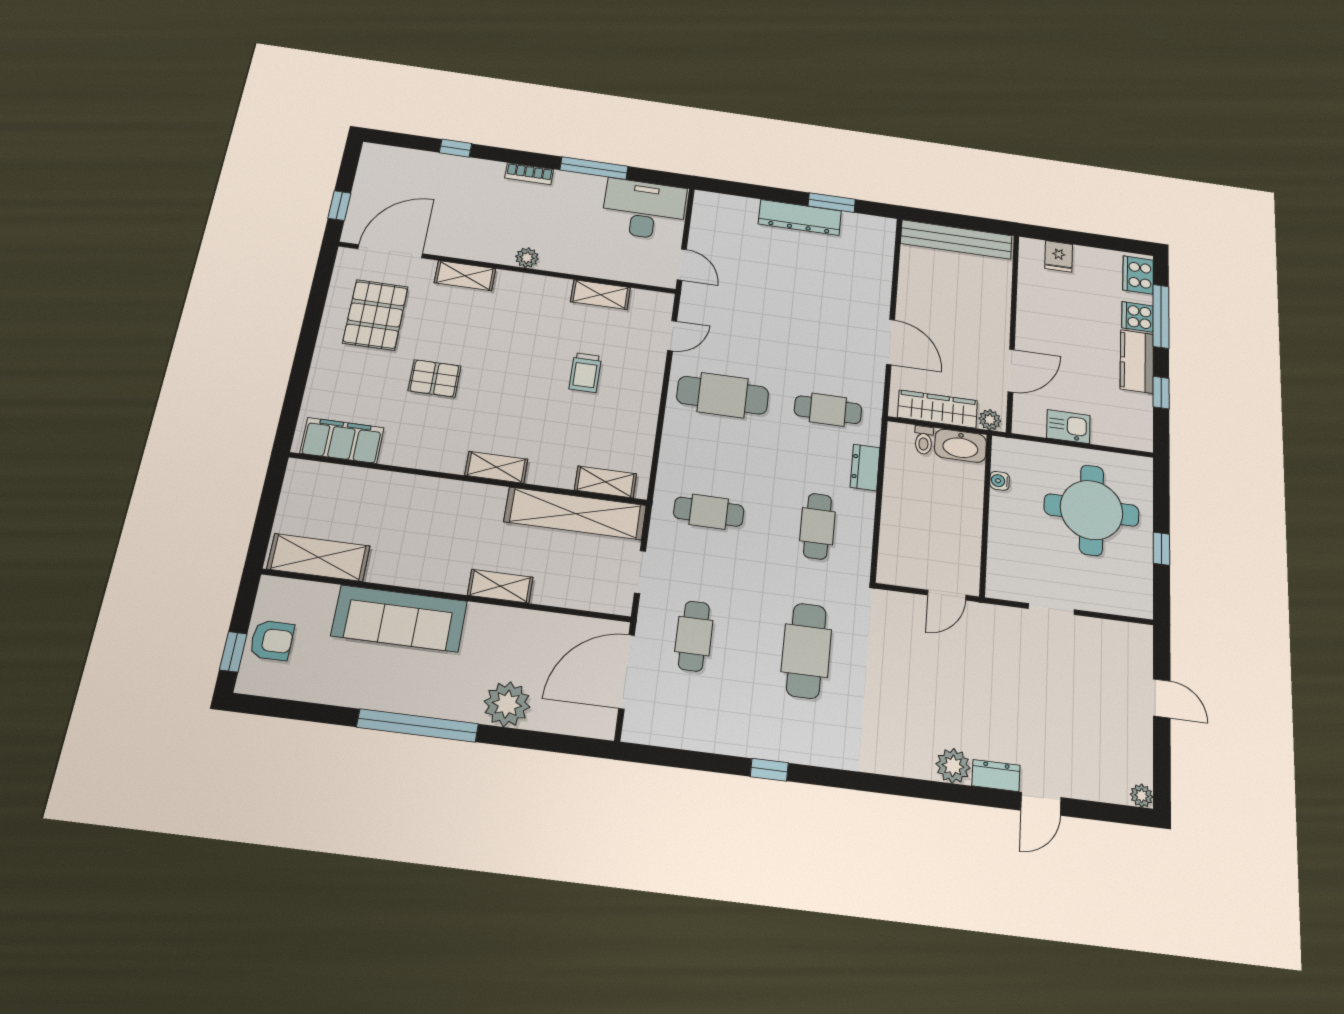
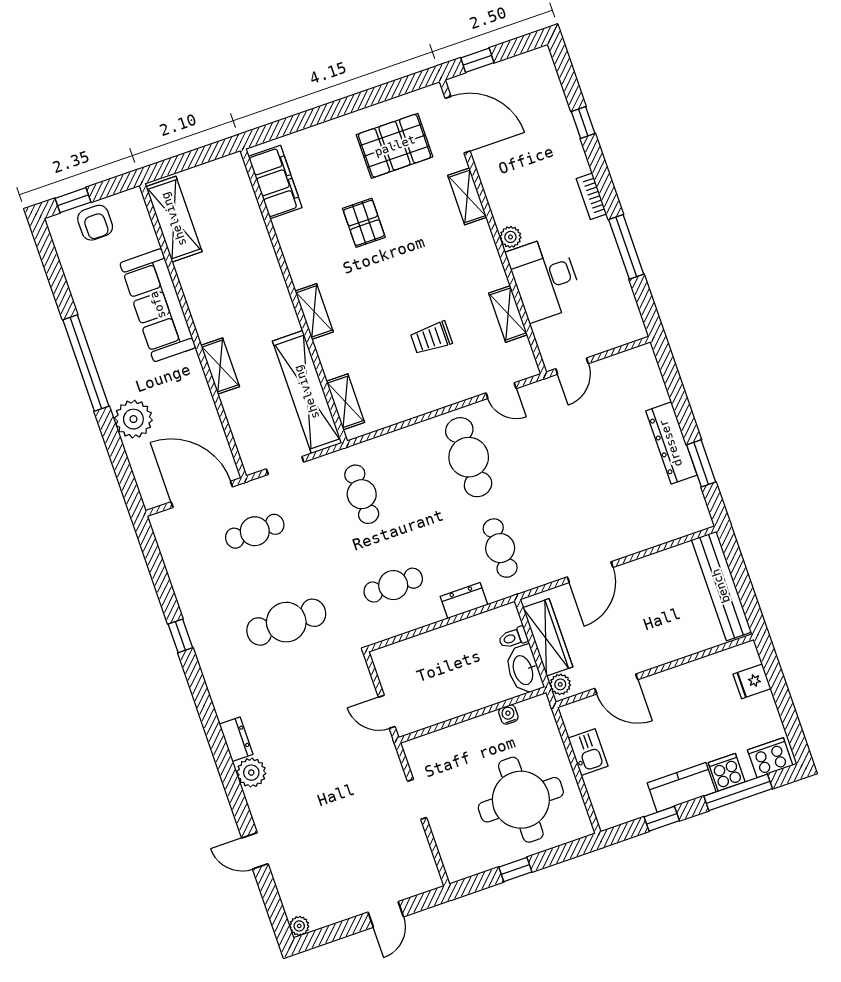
desk: (644, 210) -> (545, 278), moved, turned 180
dresser: (996, 776) -> (236, 739), moved

